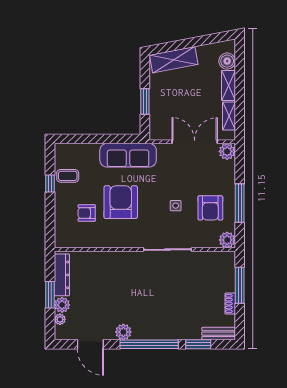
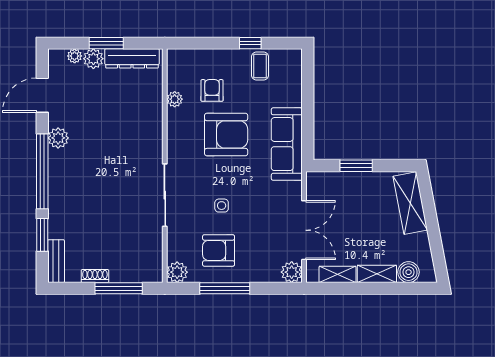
plant: (93, 242) -> (175, 99), added

